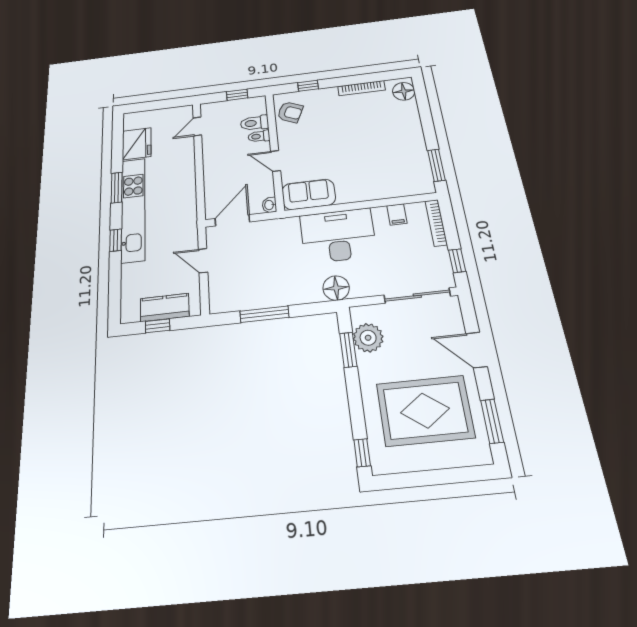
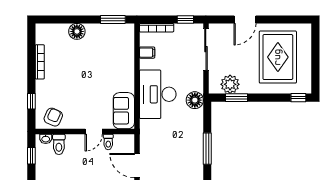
floor lamp: (404, 91) -> (77, 31), moved
toilet: (259, 136) -> (108, 142), moved
washbasin: (269, 205) -> (46, 139), moved
window: (492, 421) -> (288, 19), removed

